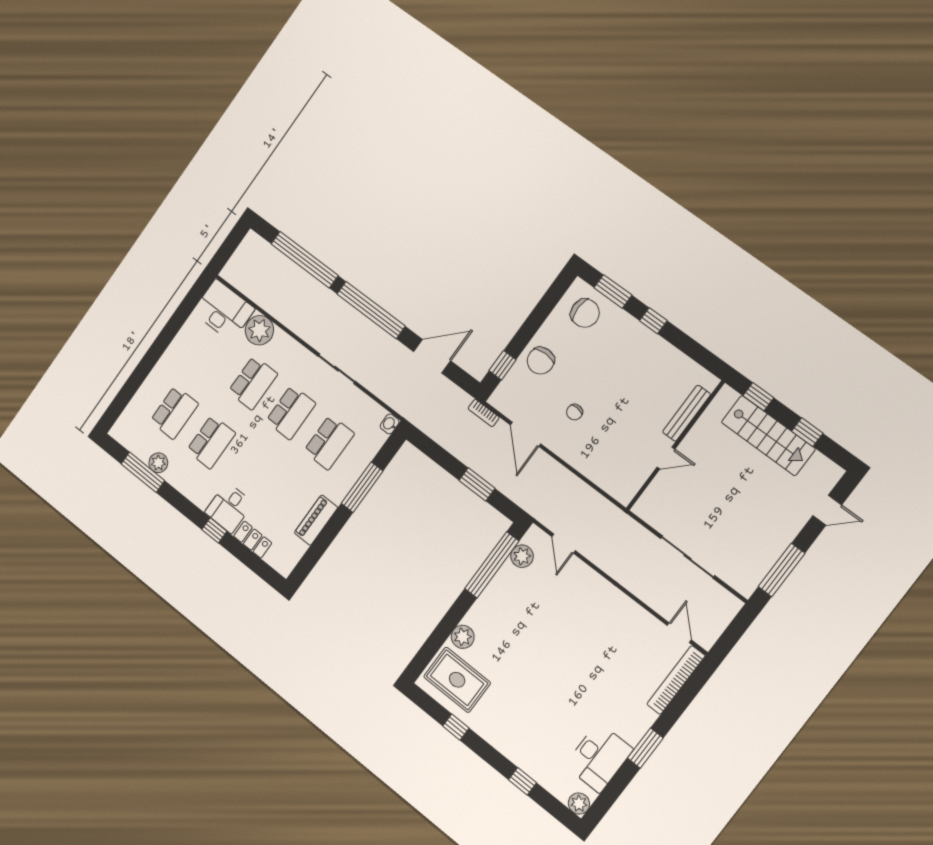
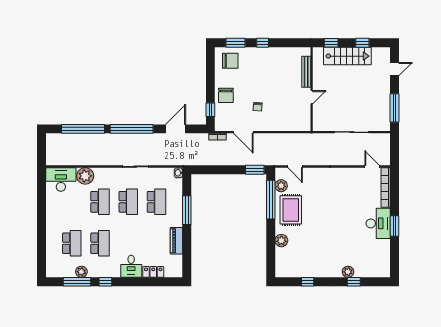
window: (477, 484) -> (255, 170), moved
window: (214, 530) -> (105, 282), moved
rug: (457, 680) -> (291, 210), moved, turned 90
desk: (599, 757) -> (378, 223), moved
plant: (579, 804) -> (348, 272), moved

